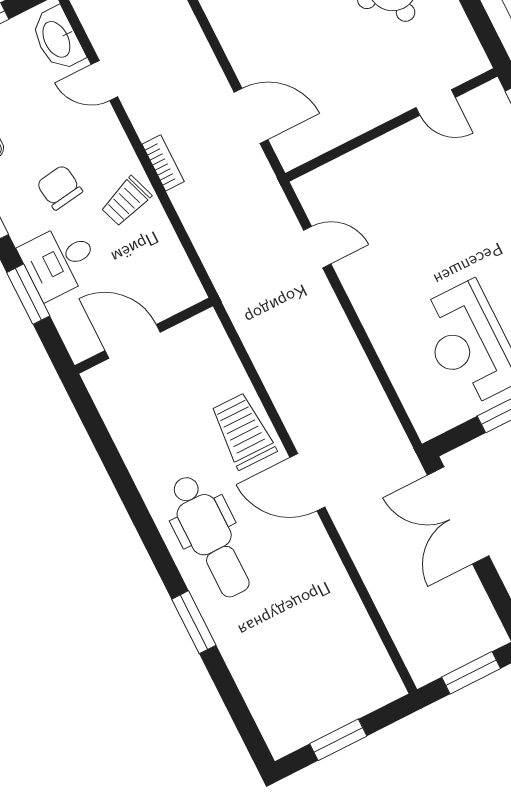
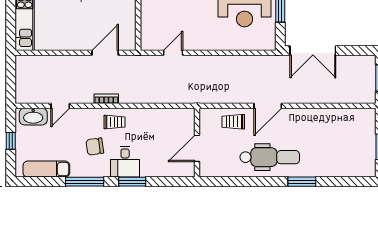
trolley: (126, 201) -> (114, 122), turned -71
wall: (144, 336) -> (197, 143), moved
door: (133, 341) -> (197, 148), moved
trolley: (243, 431) -> (233, 122), width x0.73, depth x0.72

